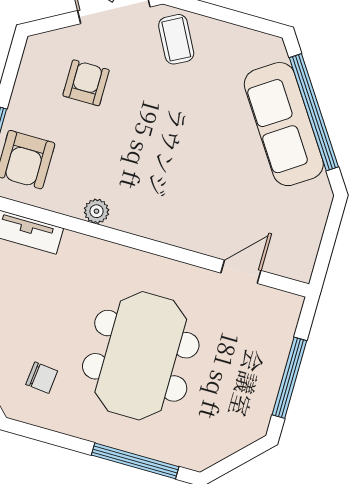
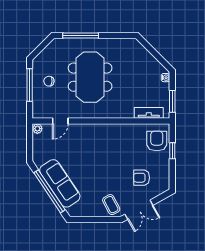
armchair: (86, 83) -> (142, 178), turned 90
plant: (97, 211) -> (37, 129), moved
chair: (42, 378) -> (49, 81), moved

